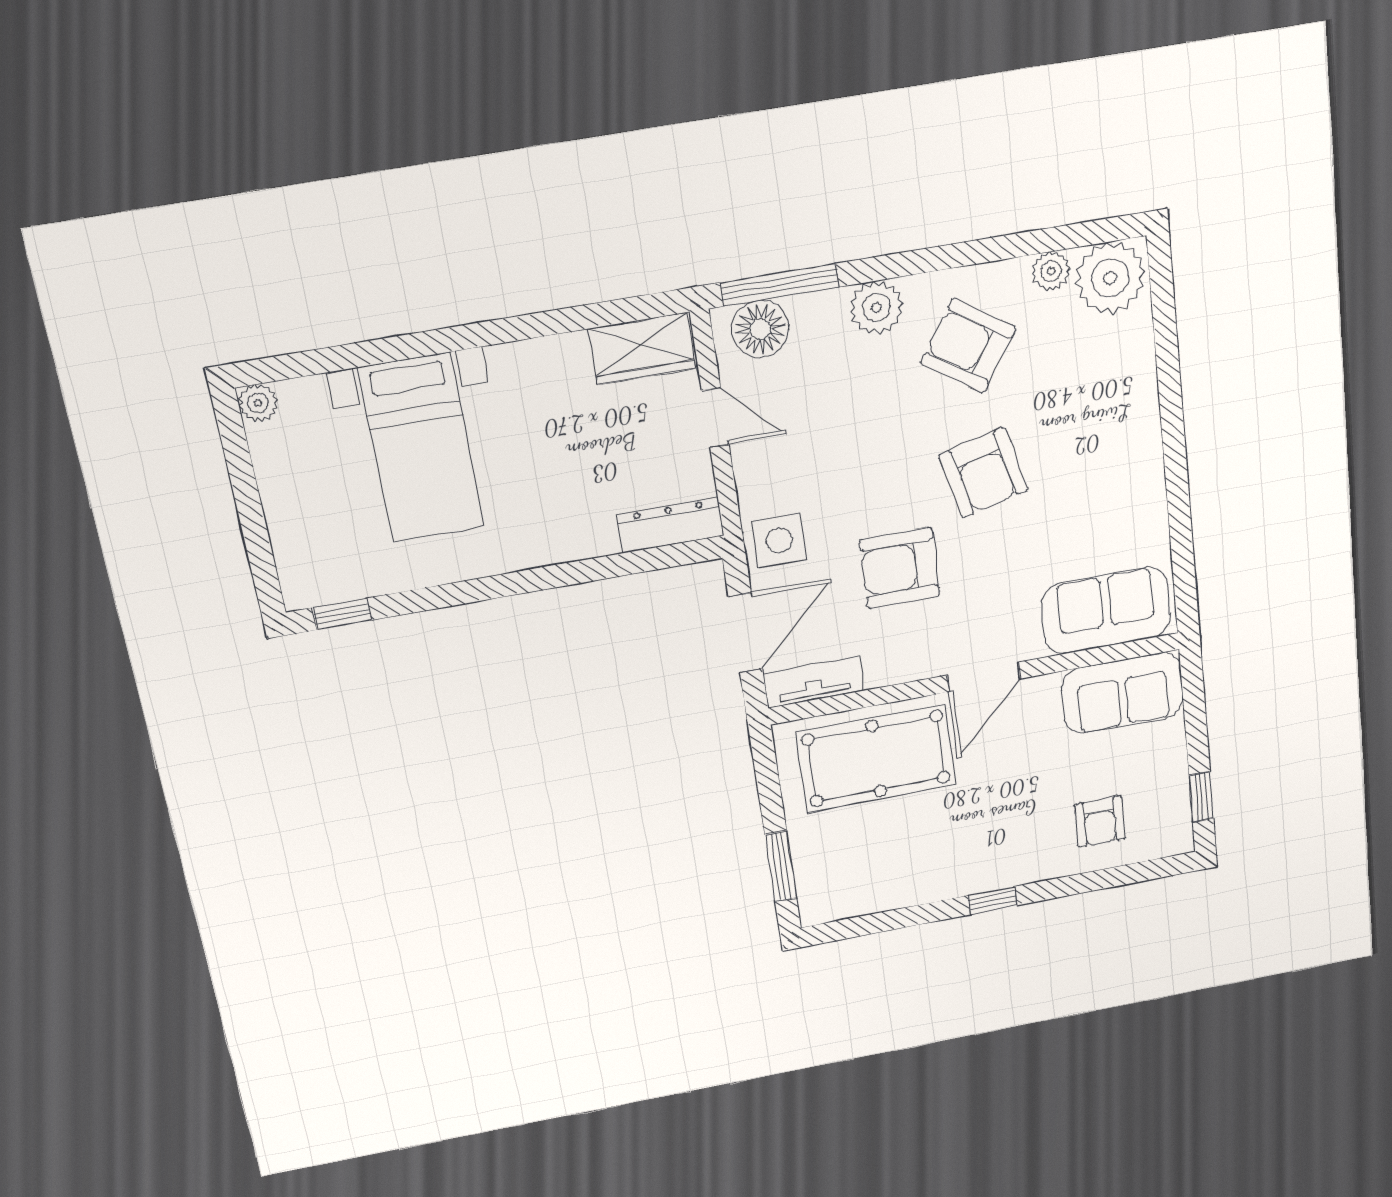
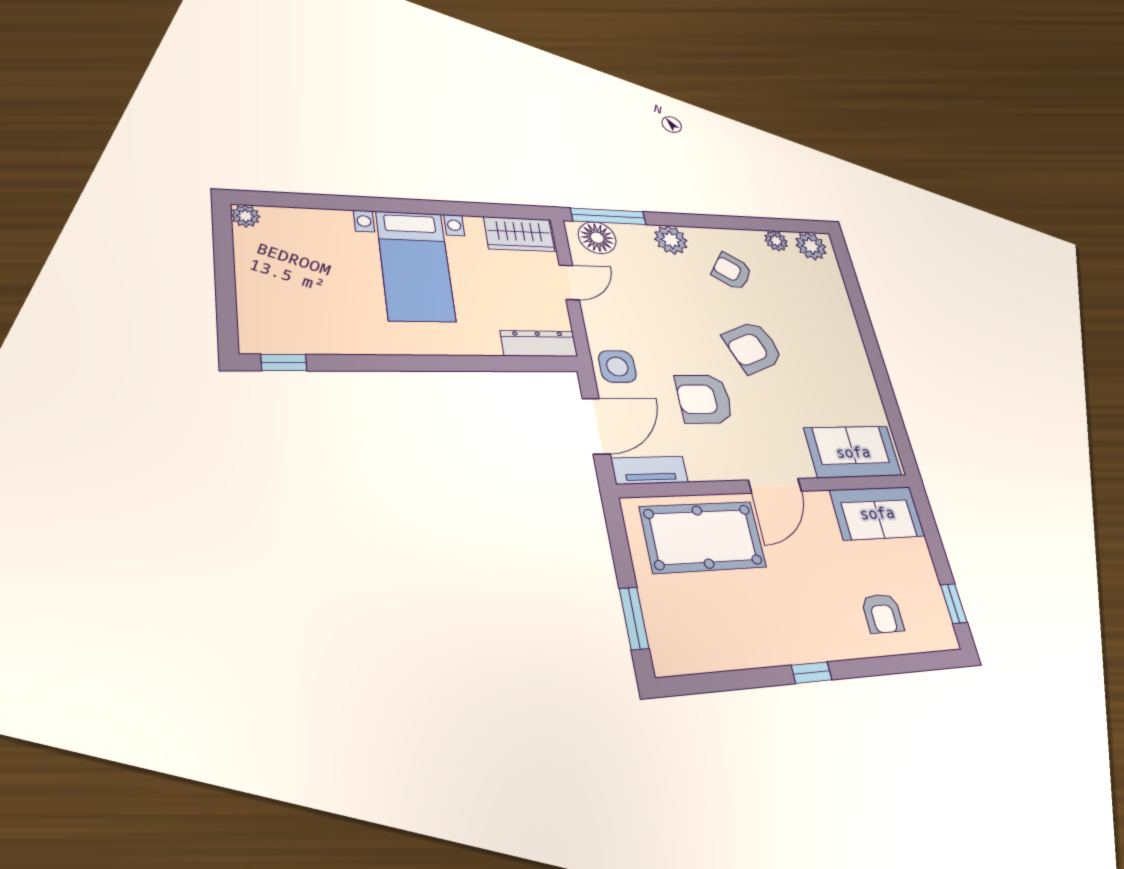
plant: (1110, 278) -> (811, 246), width x0.73, depth x0.73
armchair: (968, 346) -> (732, 271), width x0.72, depth x0.72
door: (715, 418) -> (569, 282), hinge flipped
bed with nightstands: (421, 448) -> (415, 266), moved
armchair: (983, 473) -> (753, 347), turned 82

